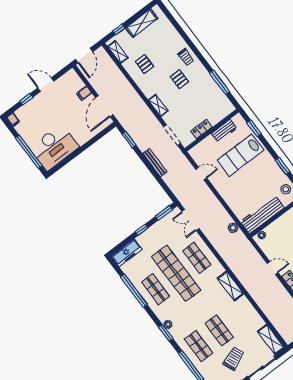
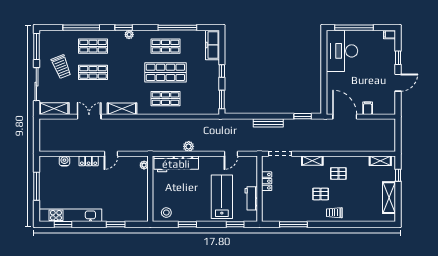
door: (84, 56) -> (398, 131), removed
pallet: (144, 64) -> (338, 173), moved
workbench: (262, 215) -> (176, 164), moved, turned 90
double door: (190, 220) -> (89, 117), moved
plant: (233, 228) -> (189, 146), moved
shop shelf: (176, 273) -> (165, 72), width x0.71

